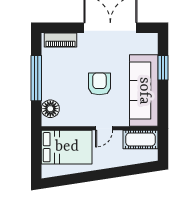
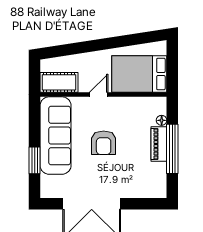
piano: (60, 40) -> (159, 144), moved, turned -90
floor lamp: (50, 109) -> (162, 120), width x0.53, depth x0.53

